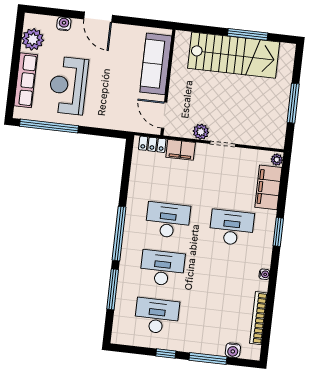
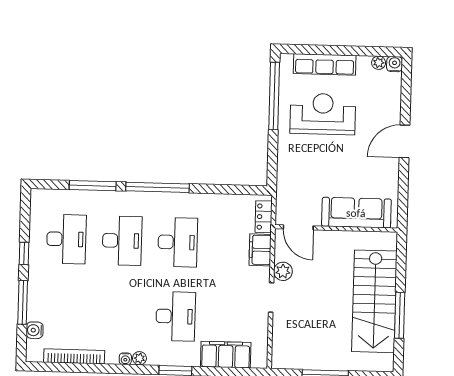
water cooler: (64, 24) -> (395, 64), moved, turned -90
plant: (33, 39) -> (379, 63), width x0.53, depth x0.53
door: (164, 115) -> (298, 227), swing flipped
plant: (277, 160) -> (139, 358), moved

